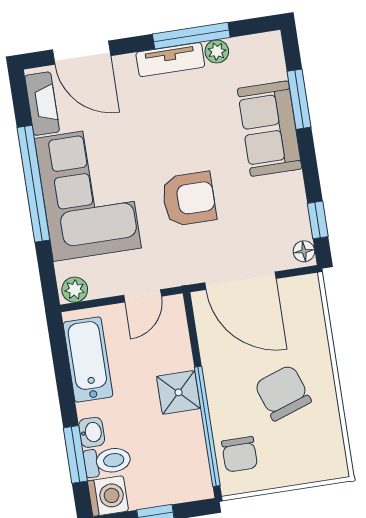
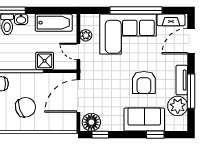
plant: (217, 51) -> (178, 106), width x1.87, depth x1.87
window: (299, 99) -> (155, 135), width x0.67
armchair: (189, 199) -> (144, 82), moved
floor lamp: (304, 251) -> (91, 122), width x1.89, depth x1.89
plant: (75, 290) -> (86, 35), moved
shower: (179, 392) -> (45, 61), moved

